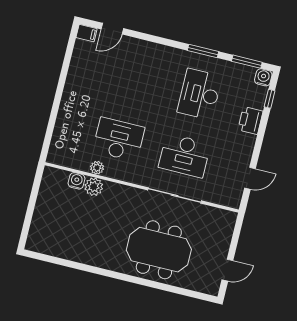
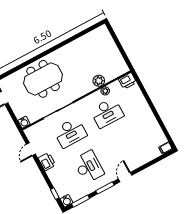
door: (112, 29) -> (125, 177), moved
printer: (250, 120) -> (47, 162), moved
printer: (59, 155) -> (128, 81), added
desk: (185, 156) -> (70, 133), turned 180
water cooler: (76, 181) -> (24, 122), moved

